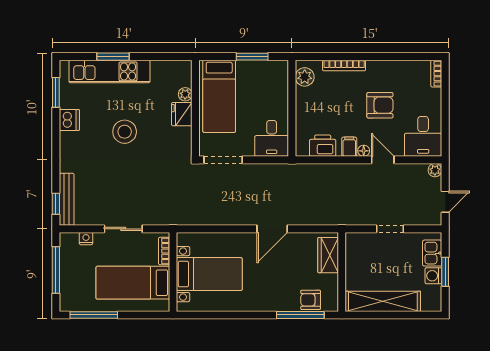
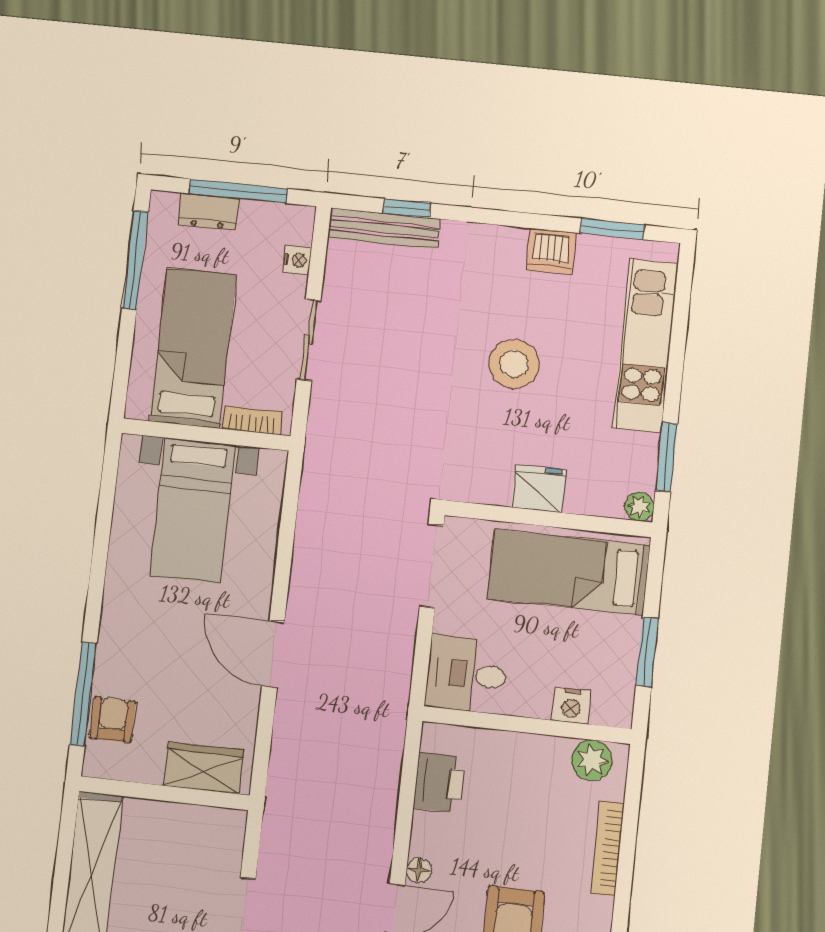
window: (113, 57) -> (666, 457), moved
nightstand: (281, 89) -> (571, 705), added
plant: (185, 94) -> (639, 507), moved
filing cabinet: (349, 147) -> (431, 840), removed
window: (56, 204) -> (407, 208), moved
dresser: (67, 283) -> (208, 212), added

